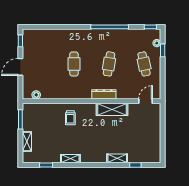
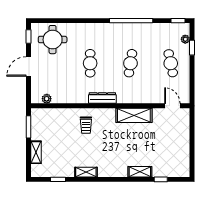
round table: (41, 43) -> (53, 40), added
dresser: (104, 94) -> (102, 98), moved
door: (145, 101) -> (172, 106), hinge flipped

